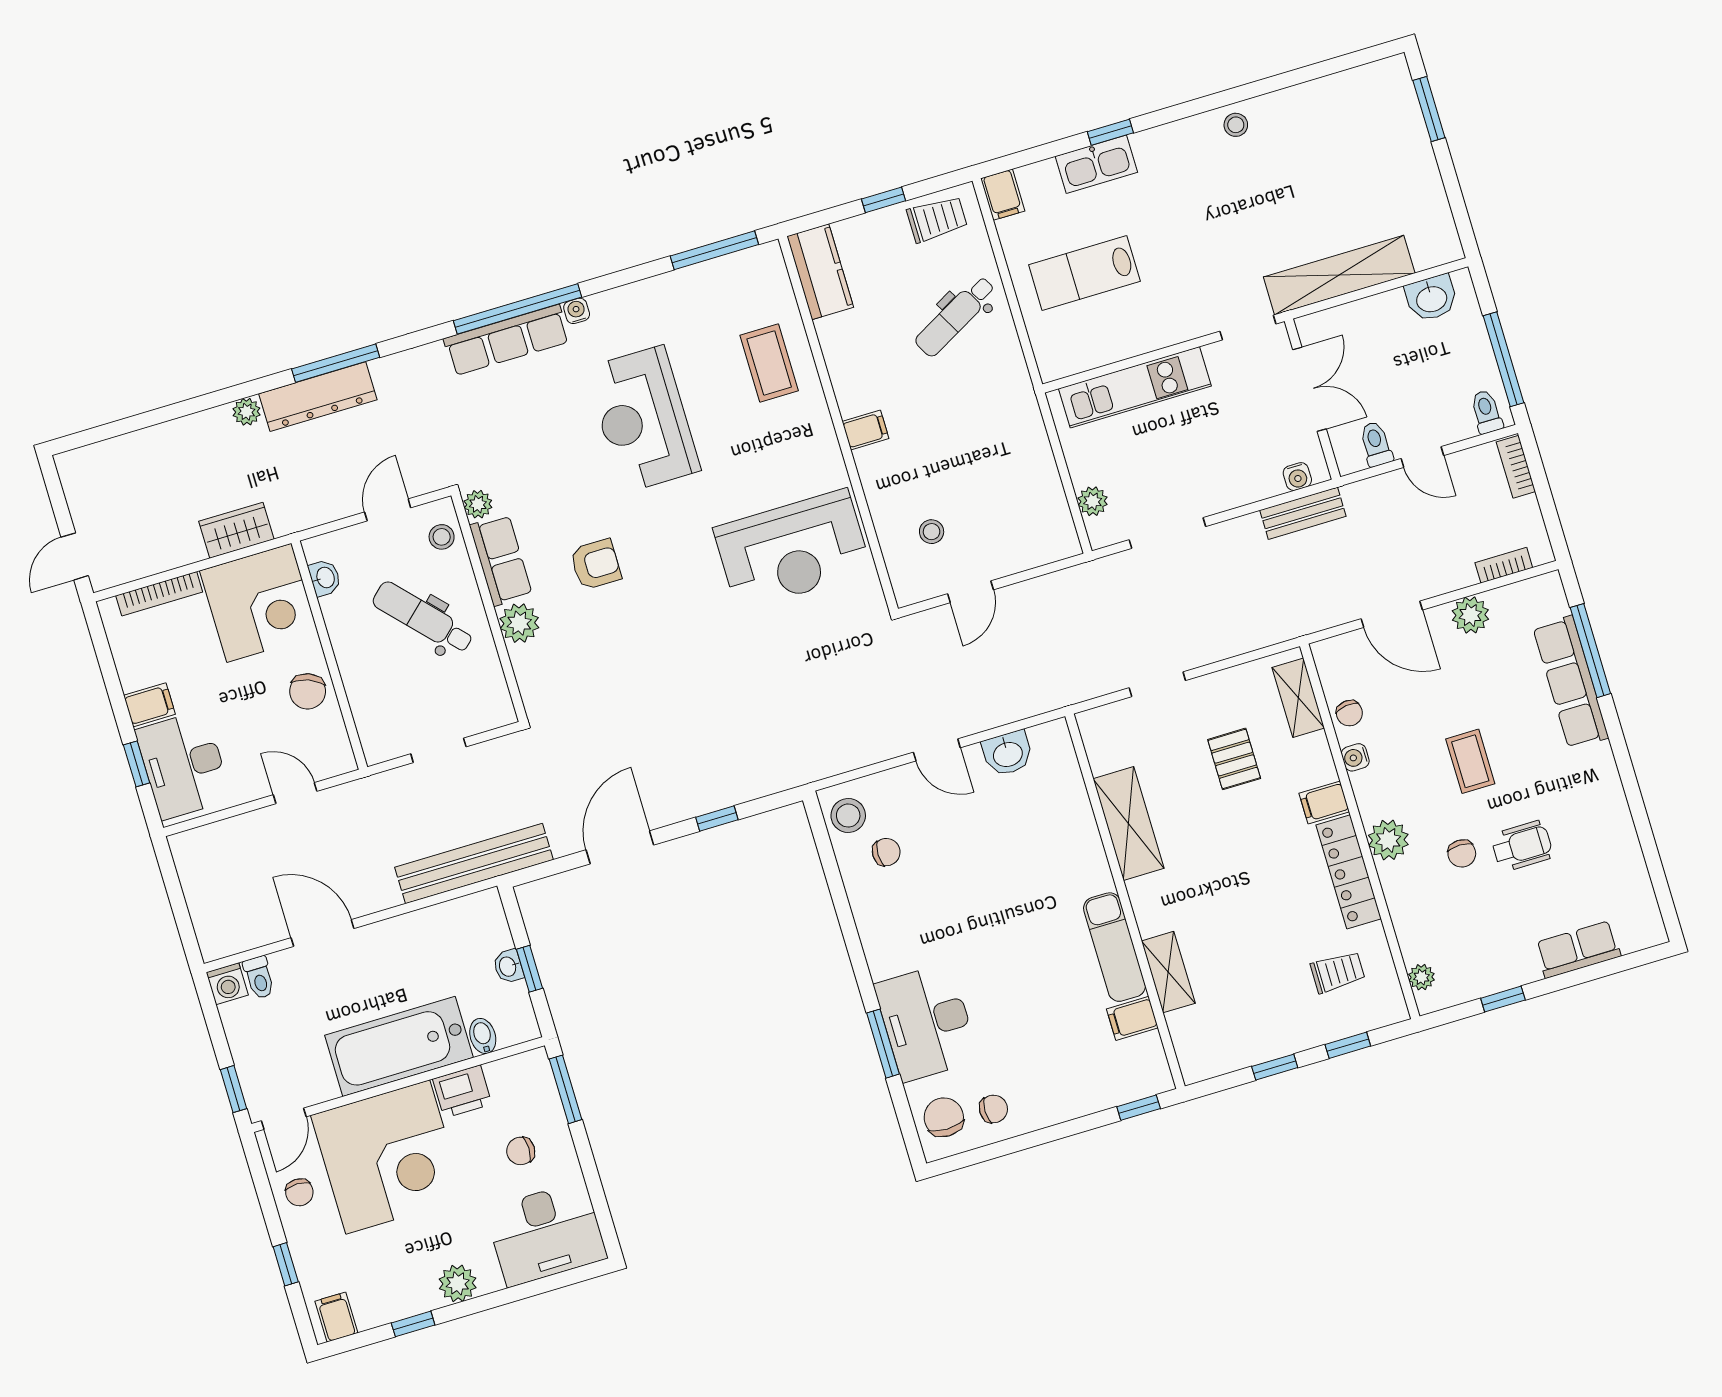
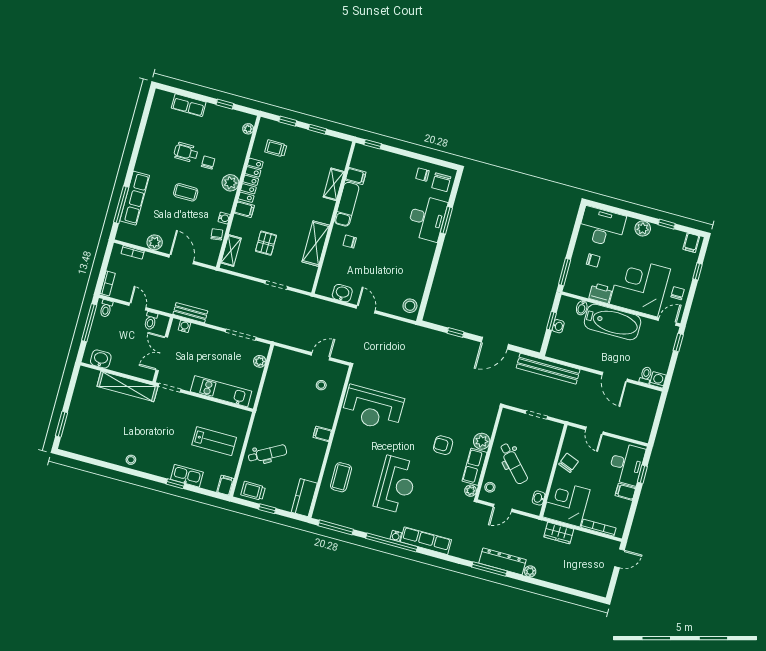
window: (518, 309) -> (392, 543), moved
reception desk: (793, 550) -> (373, 408), turned 180
coffee table: (1470, 761) -> (186, 192), turned 90
chair: (886, 852) -> (350, 242), moved

